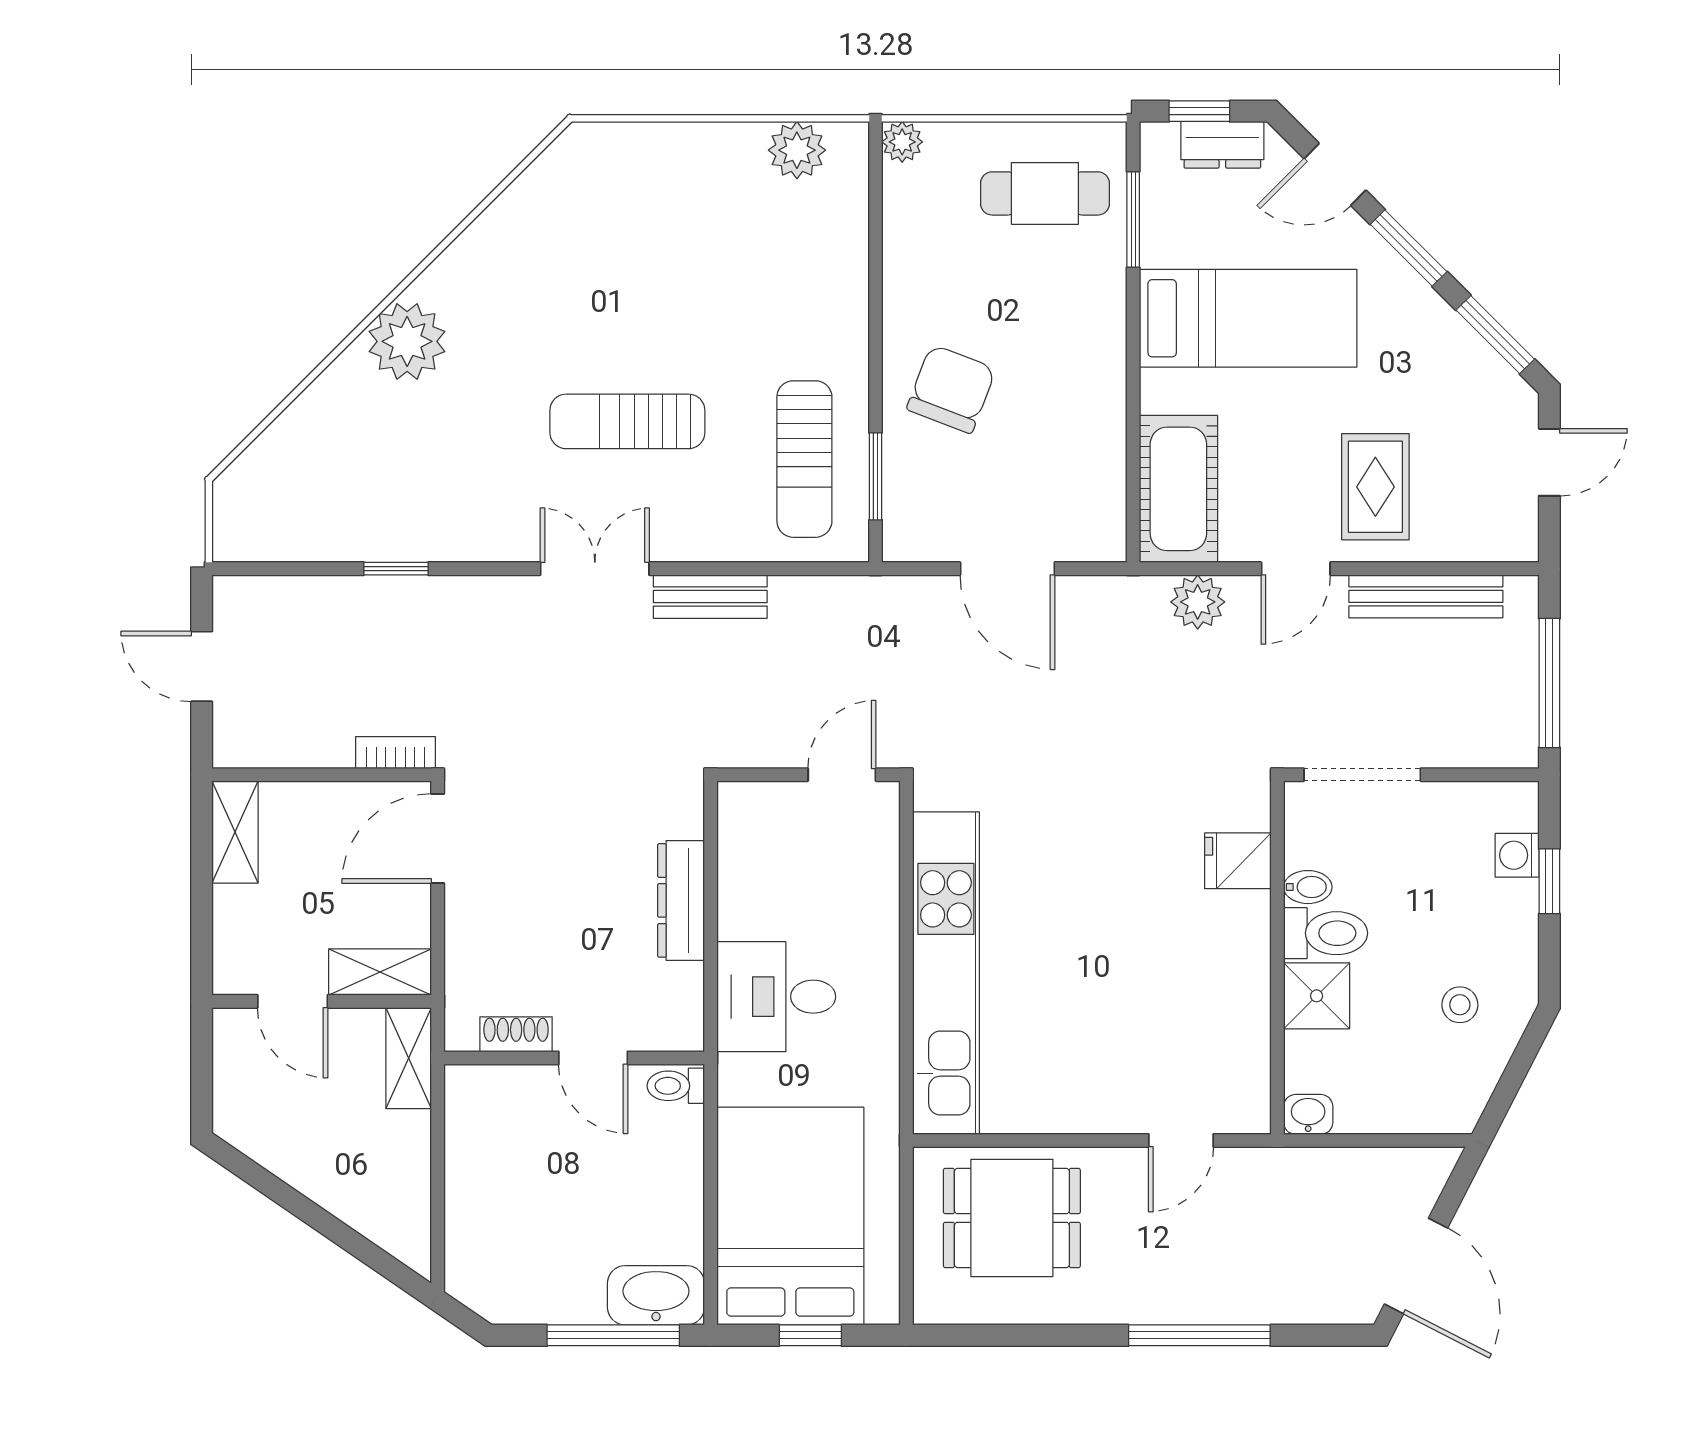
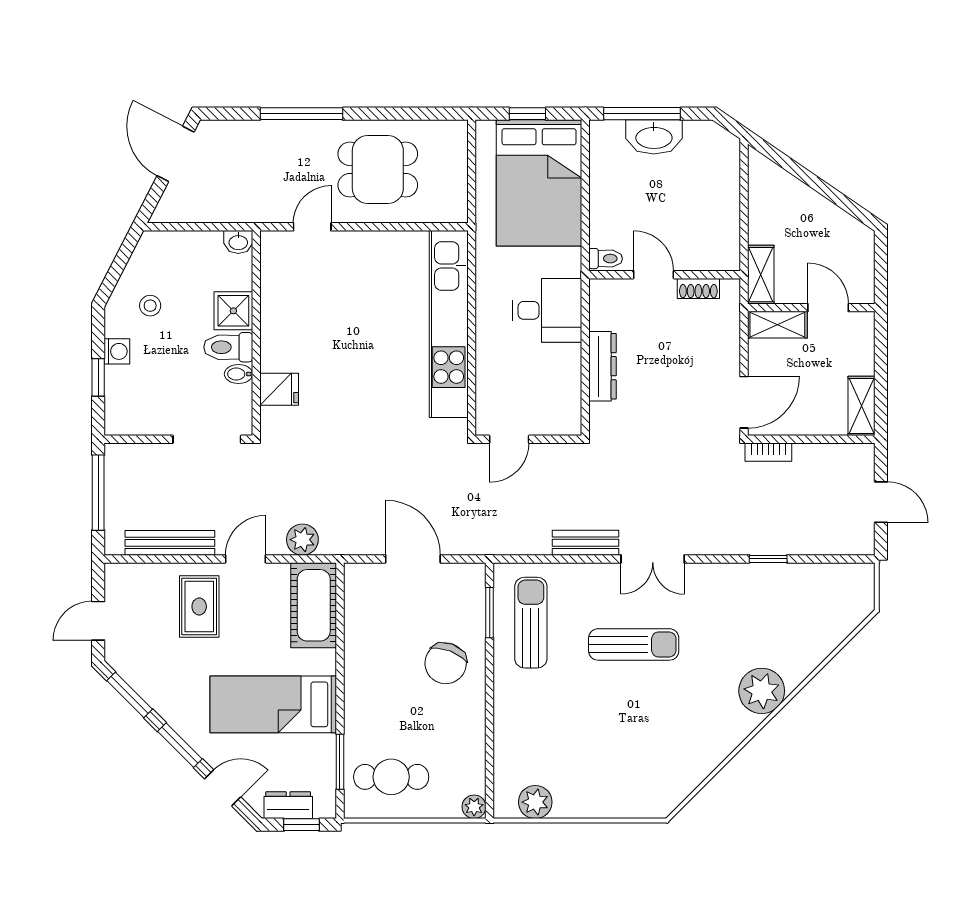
washing machine: (1517, 855) -> (117, 351), moved
dining table: (1012, 1218) -> (378, 170), moved
washbasin: (656, 1295) -> (654, 137), moved

